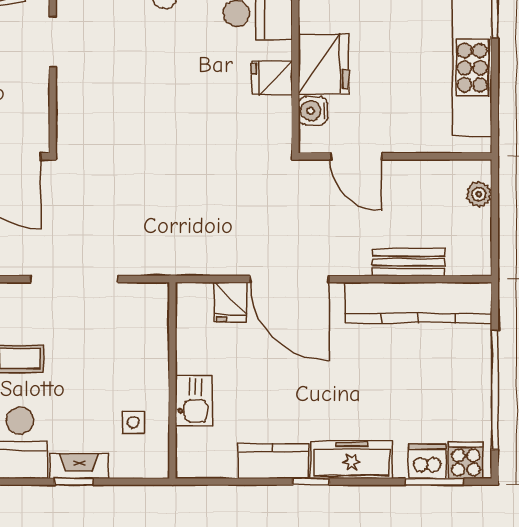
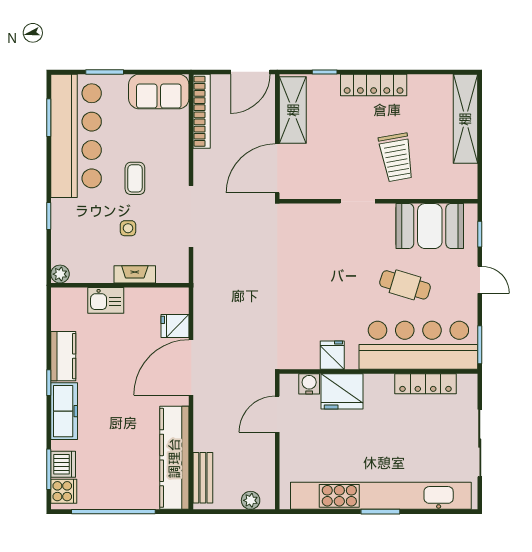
bench: (408, 262) -> (203, 478), moved
side table: (133, 422) -> (128, 228), moved
fireplace: (79, 466) -> (135, 274), moved, turned -90
plant: (156, 466) -> (60, 274), added

